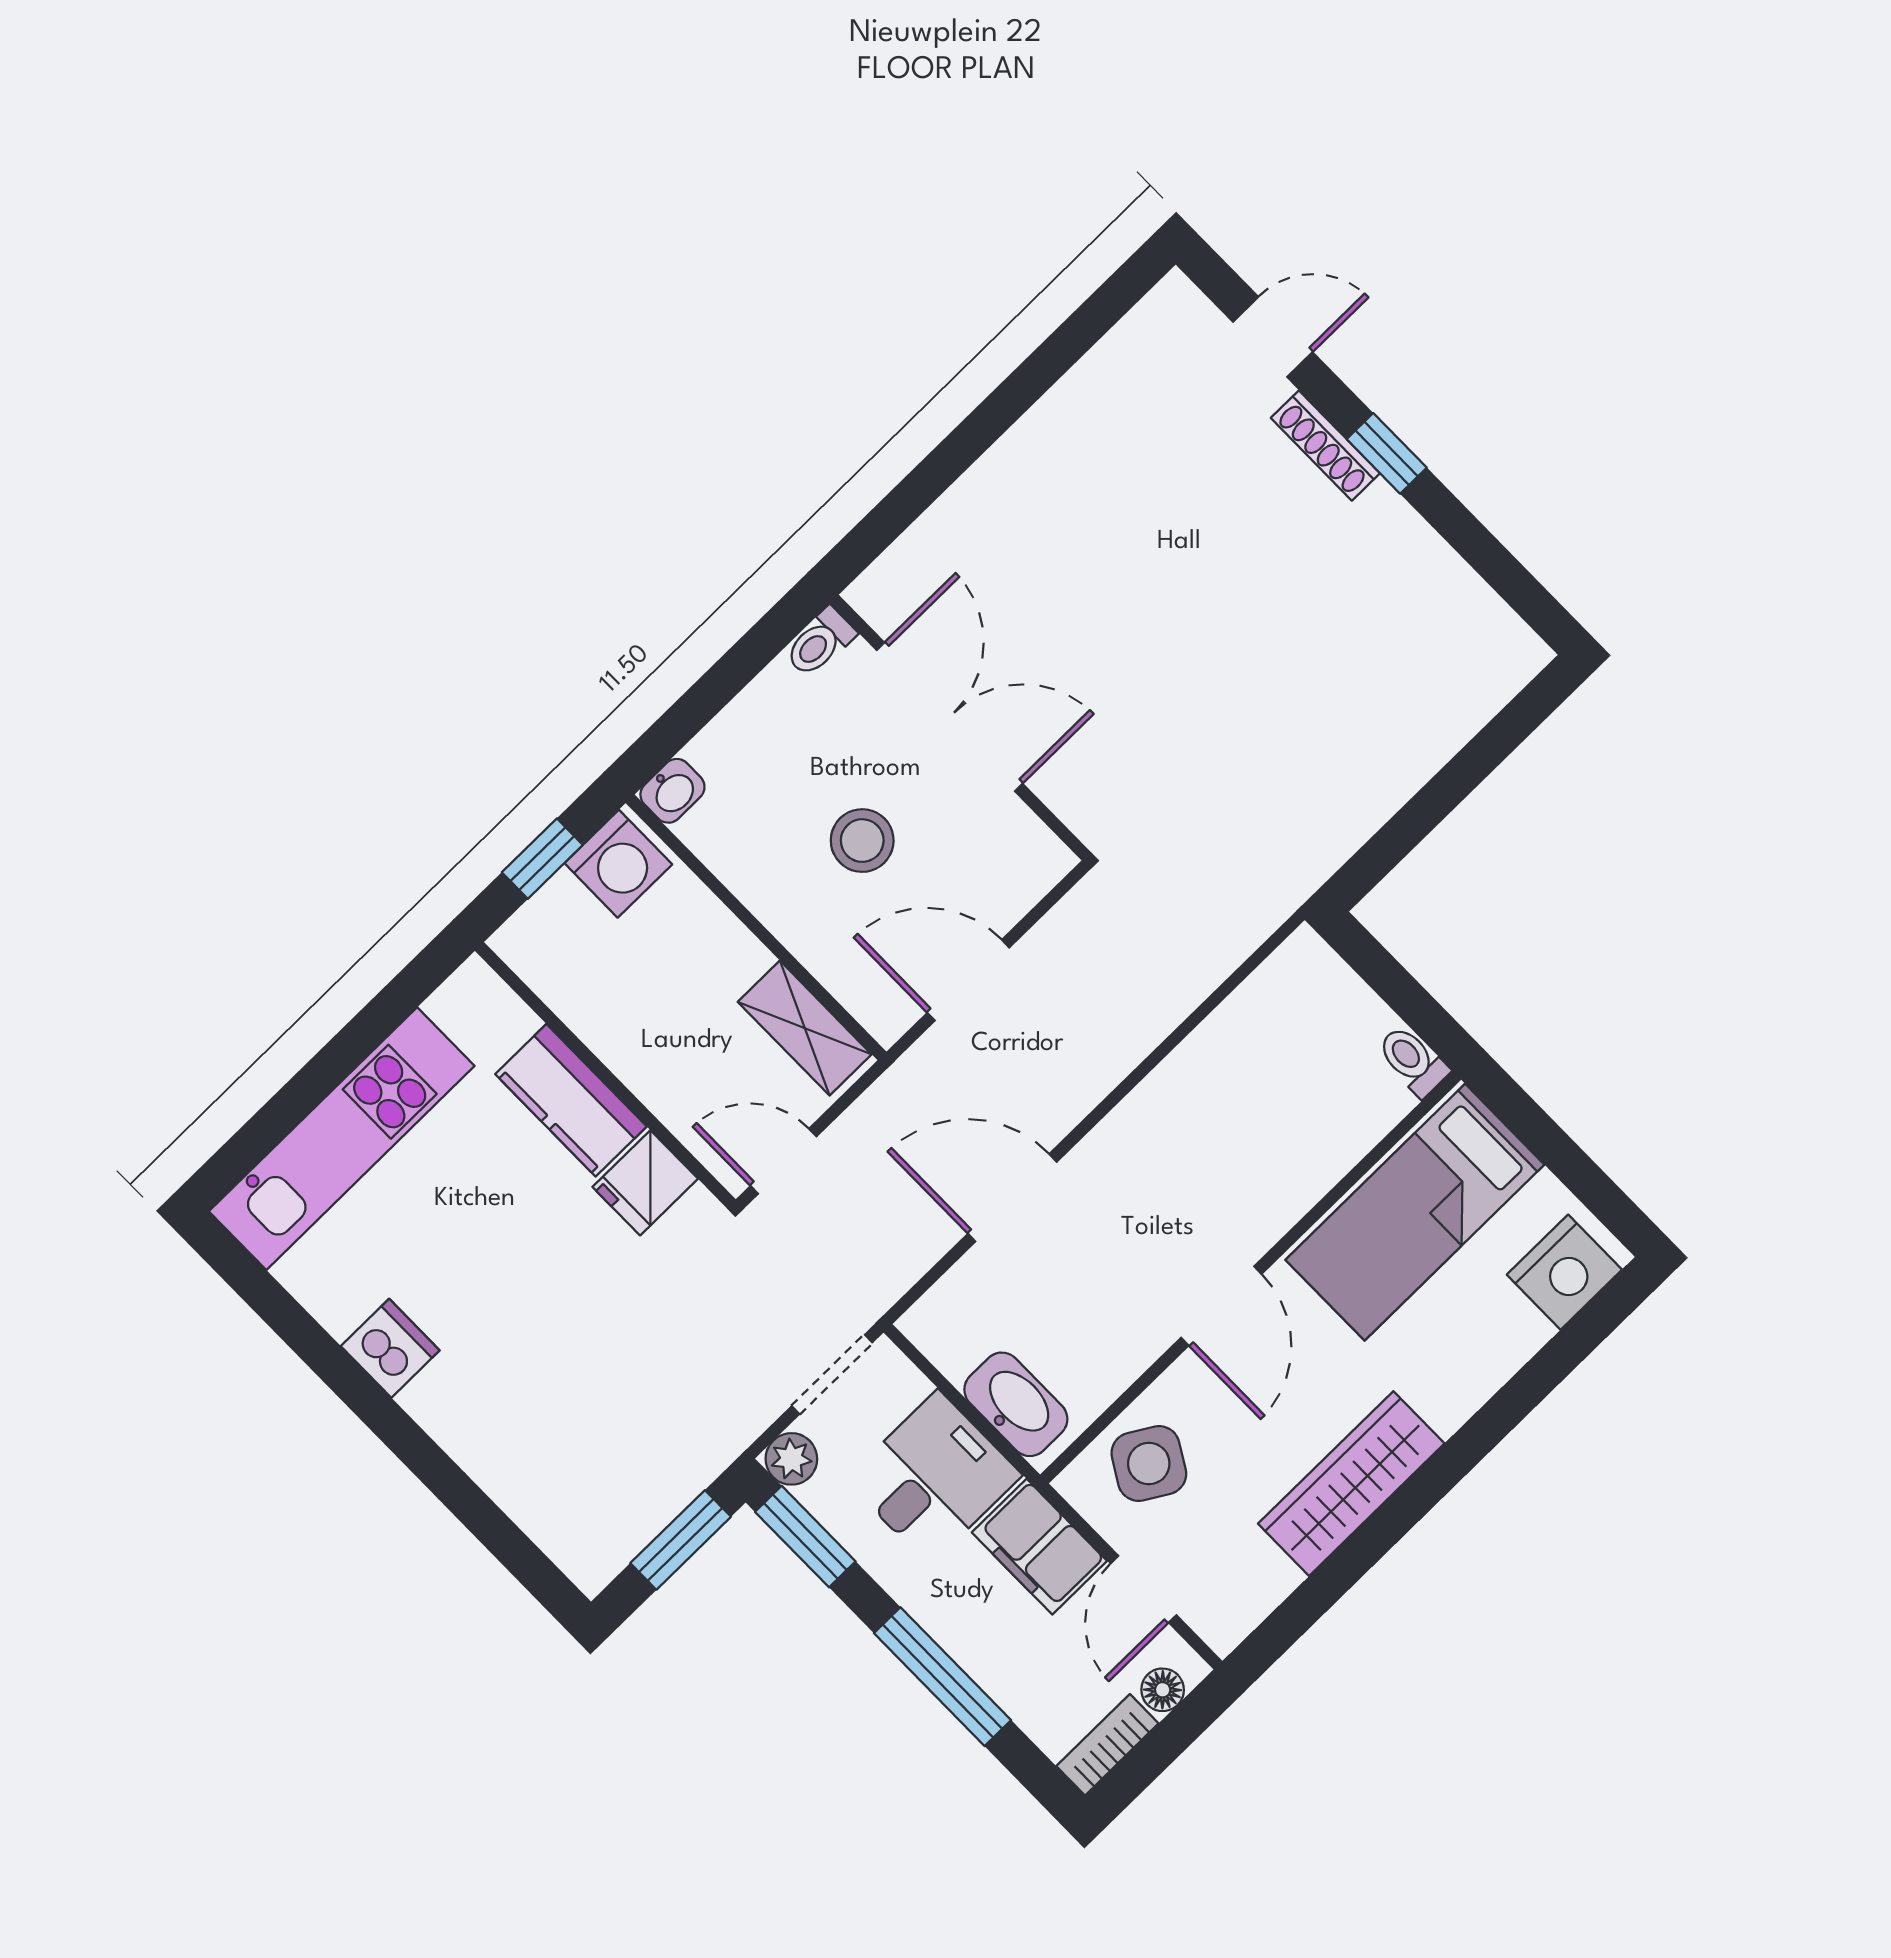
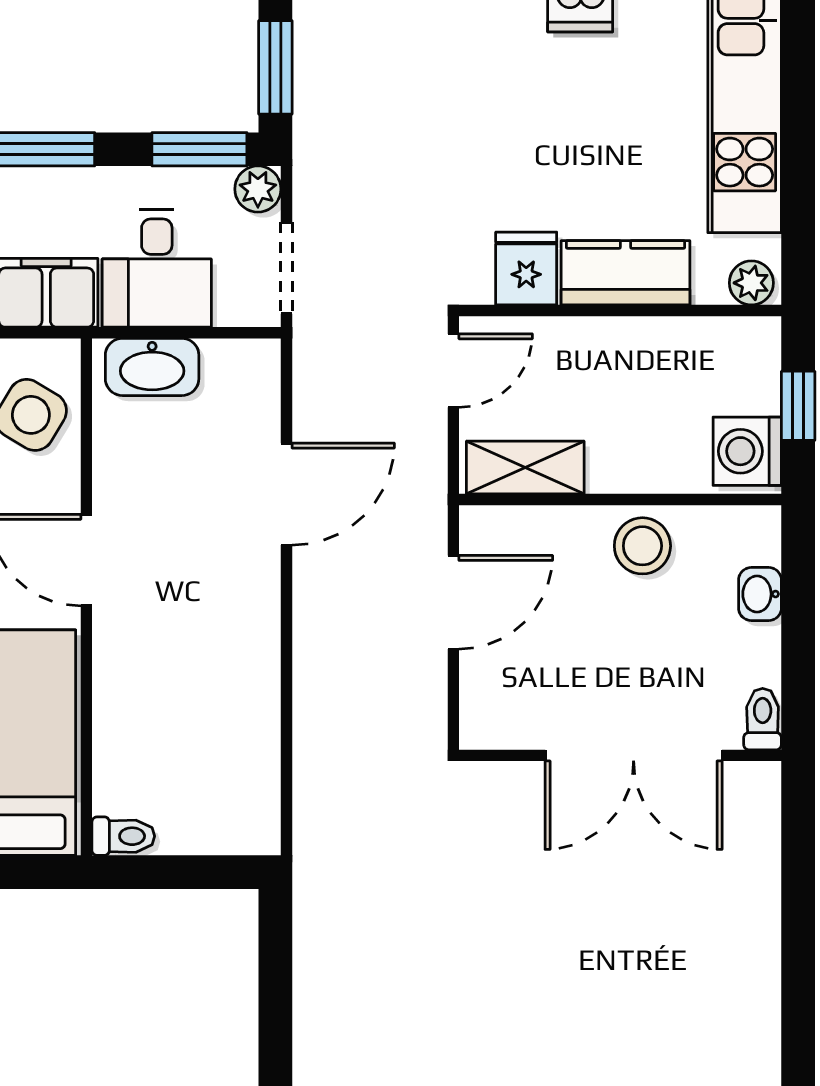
washbasin: (672, 791) -> (760, 594), moved
stool: (862, 841) -> (642, 546), moved
plant: (481, 992) -> (751, 283), added

